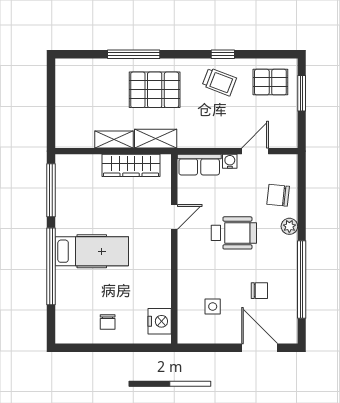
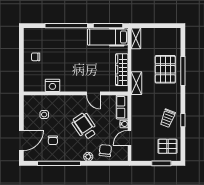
pallet: (270, 82) -> (167, 146), turned 90
pallet: (155, 90) -> (165, 69), moved
shelving: (114, 139) -> (136, 38), moved
door: (255, 151) -> (130, 138), swing flipped
wheelchair: (234, 233) -> (85, 126), turned 146
hospital bed: (92, 251) -> (108, 37), moved, turned 90
nightstand: (160, 321) -> (52, 85), moved

